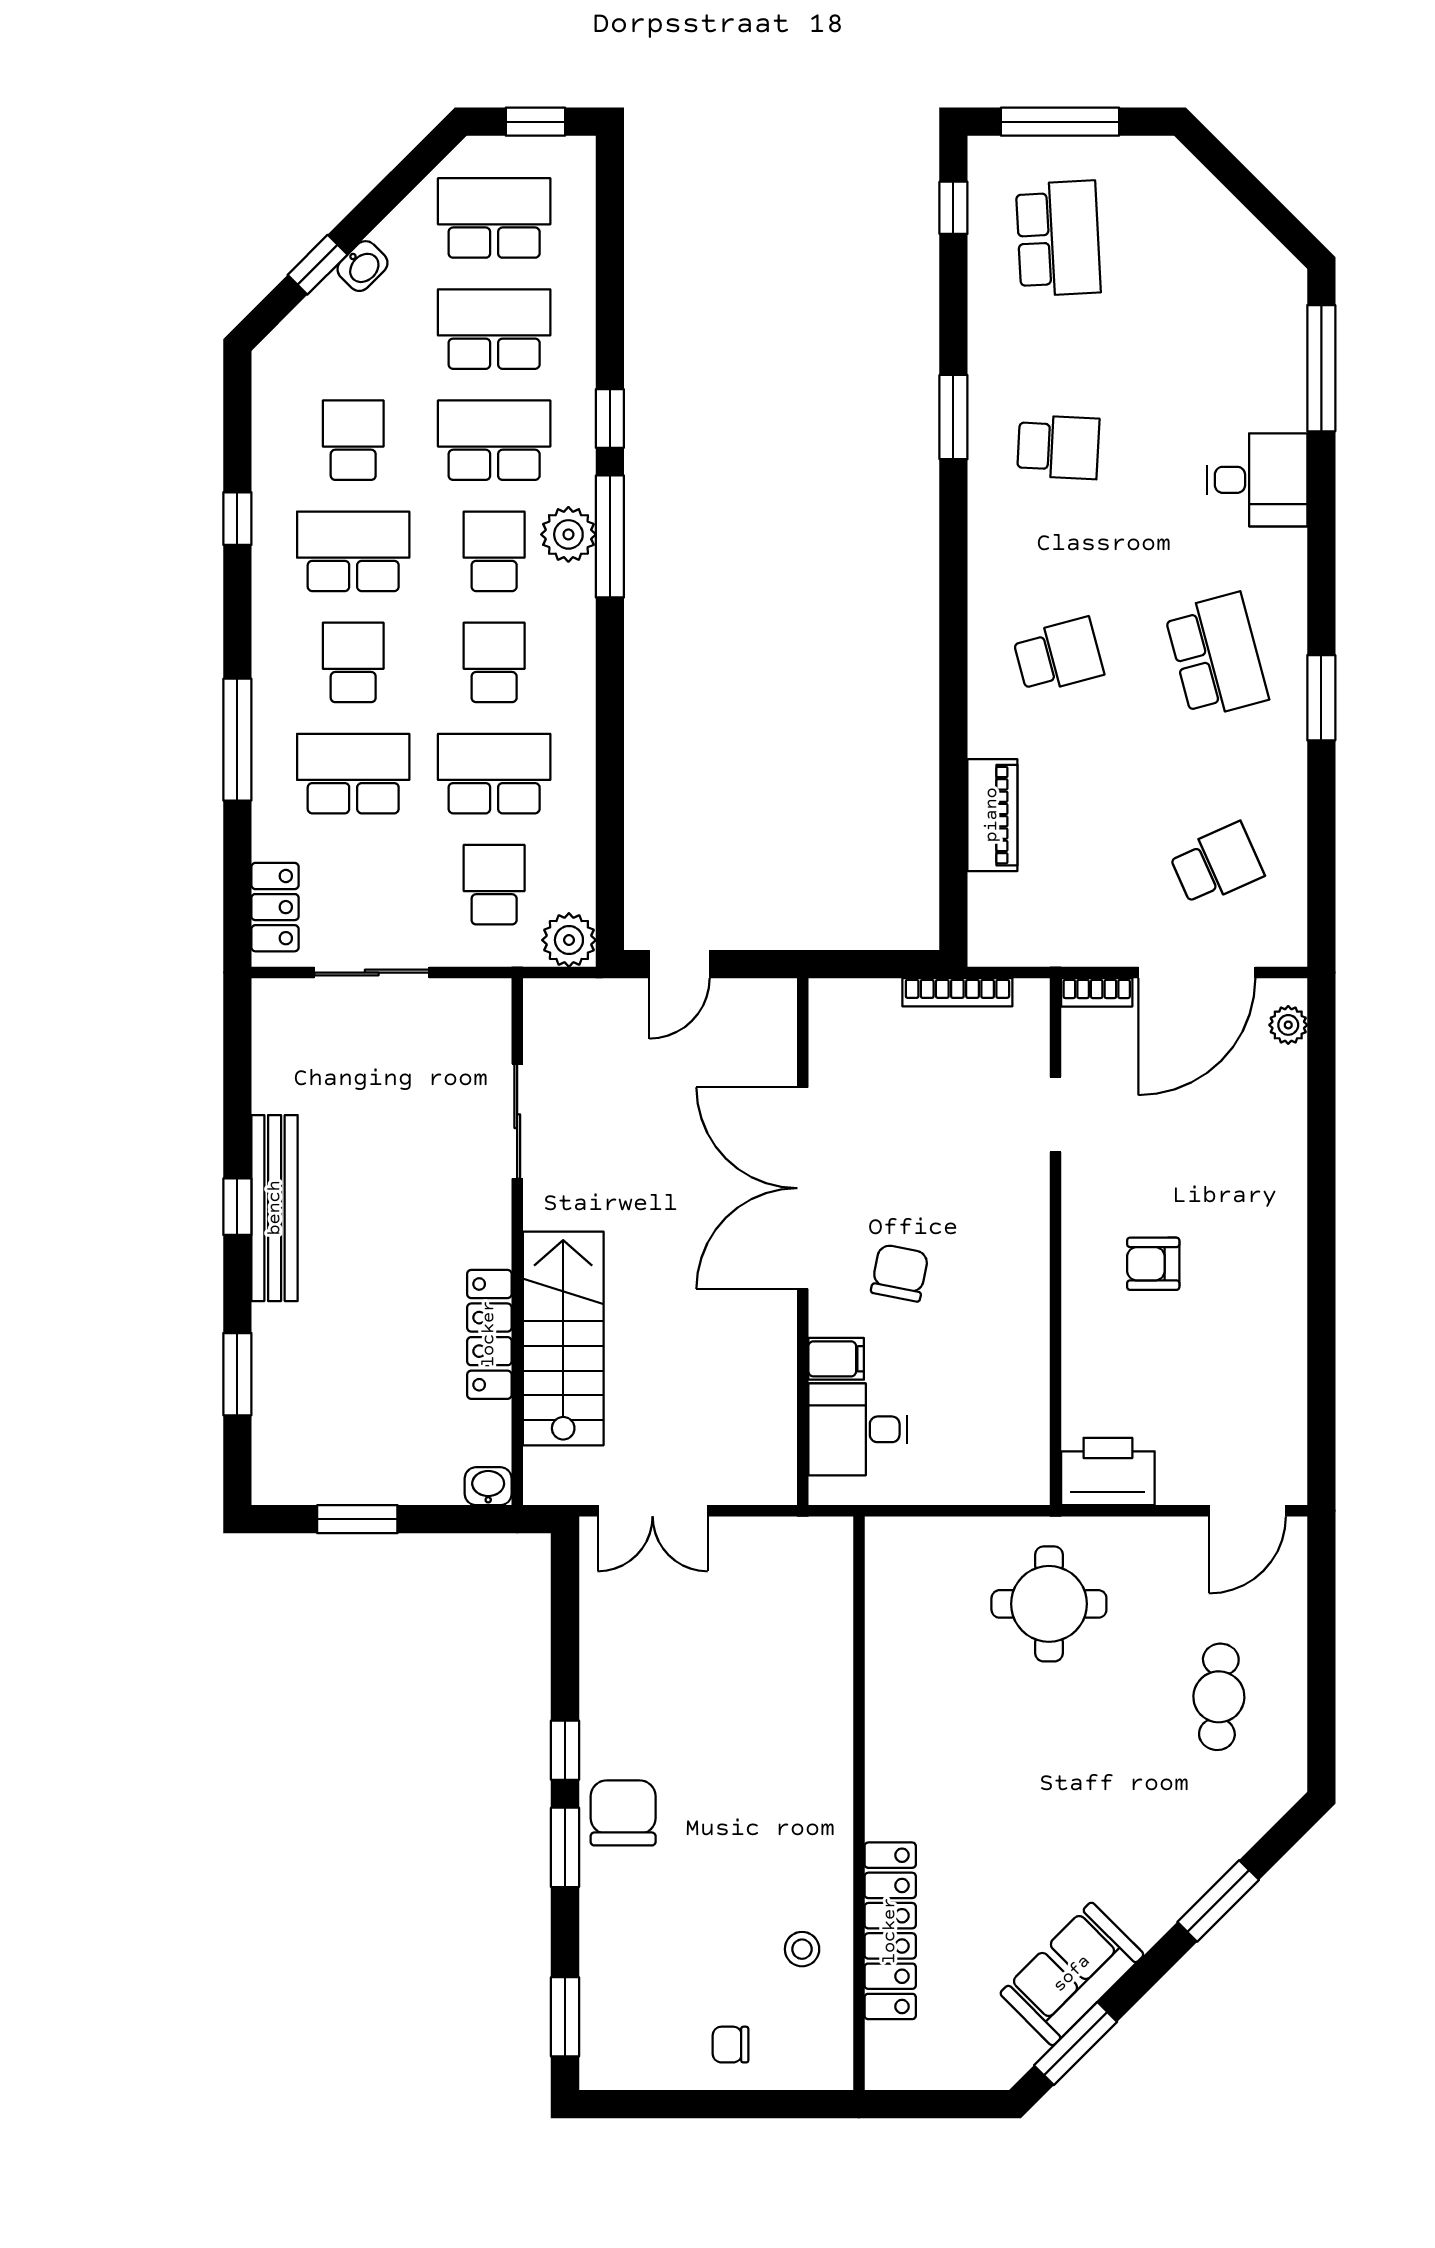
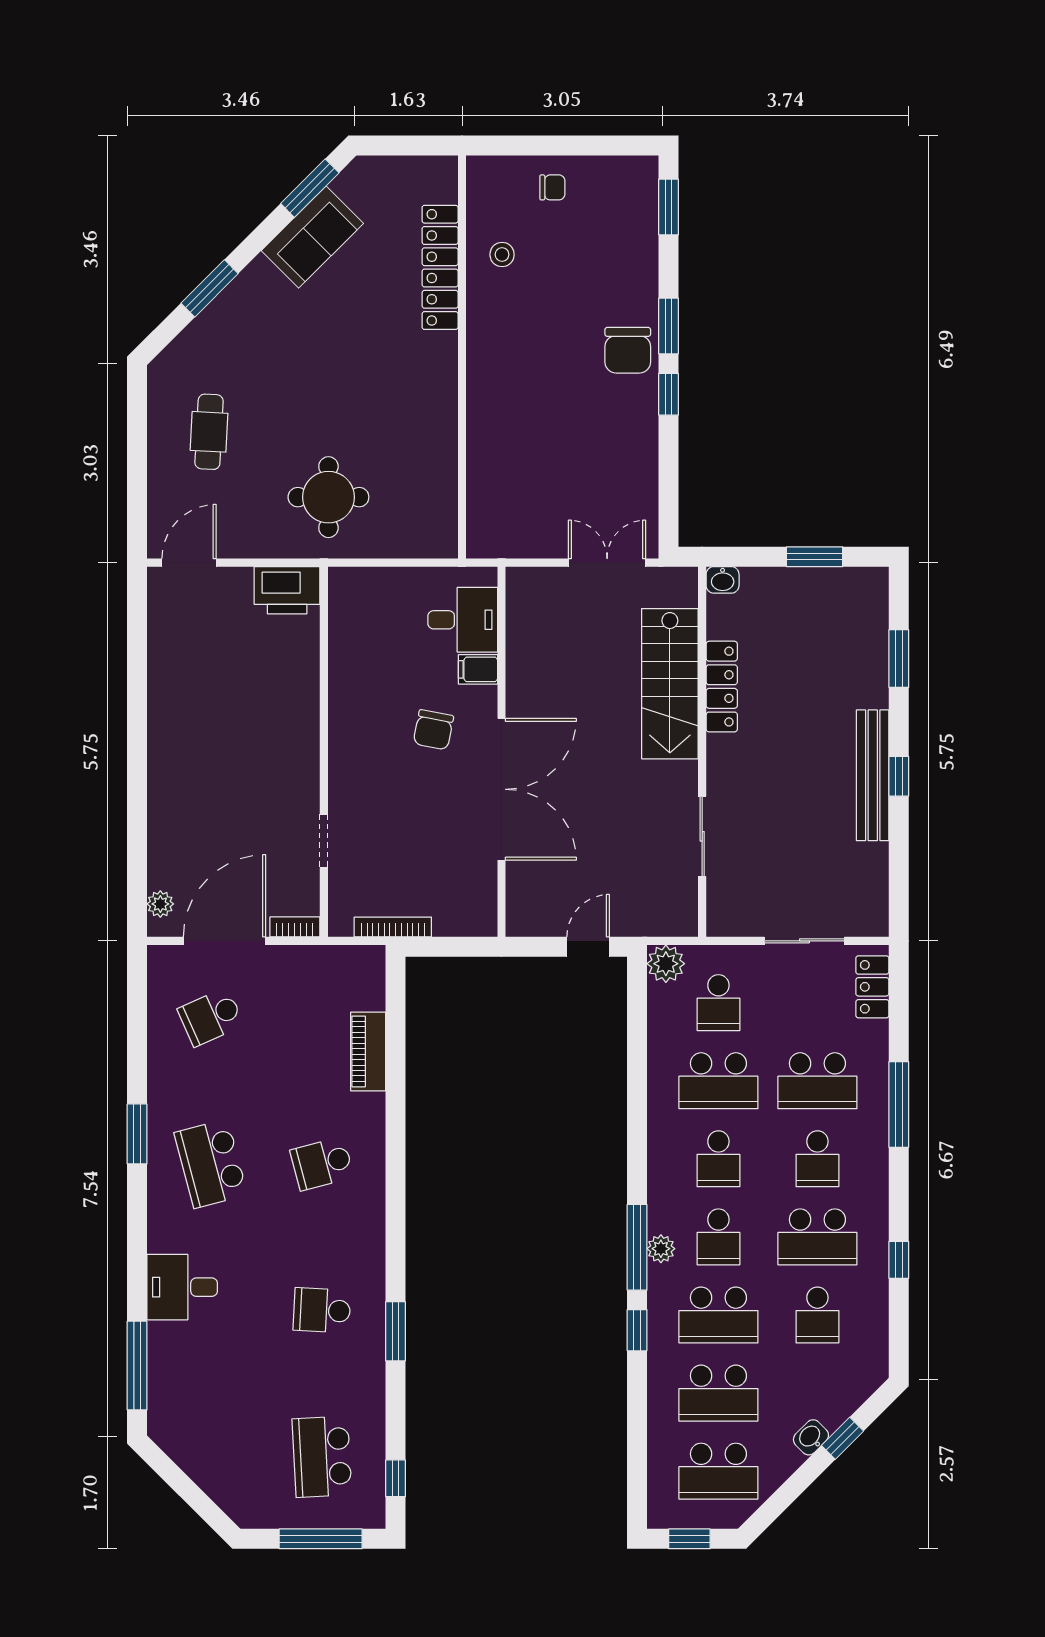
plant: (568, 534) -> (661, 1249), width x0.73, depth x0.73
armchair: (1153, 1264) -> (255, 736), removed

